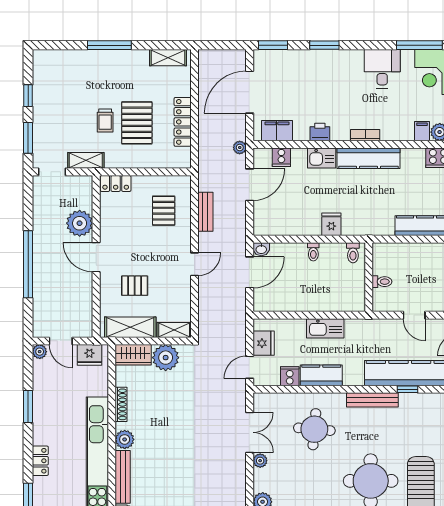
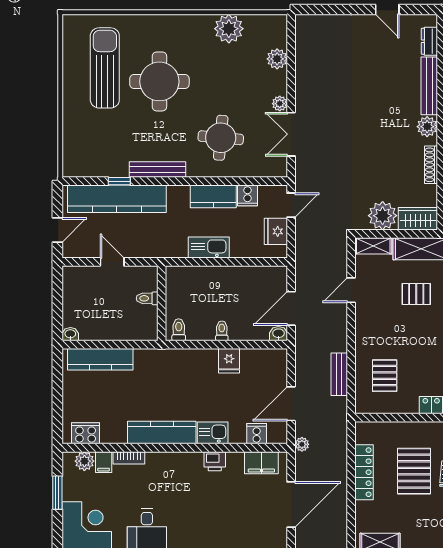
bookcase: (365, 135) -> (129, 458), moved
fridge: (331, 224) -> (229, 361), moved
door: (195, 264) -> (351, 290), moved

